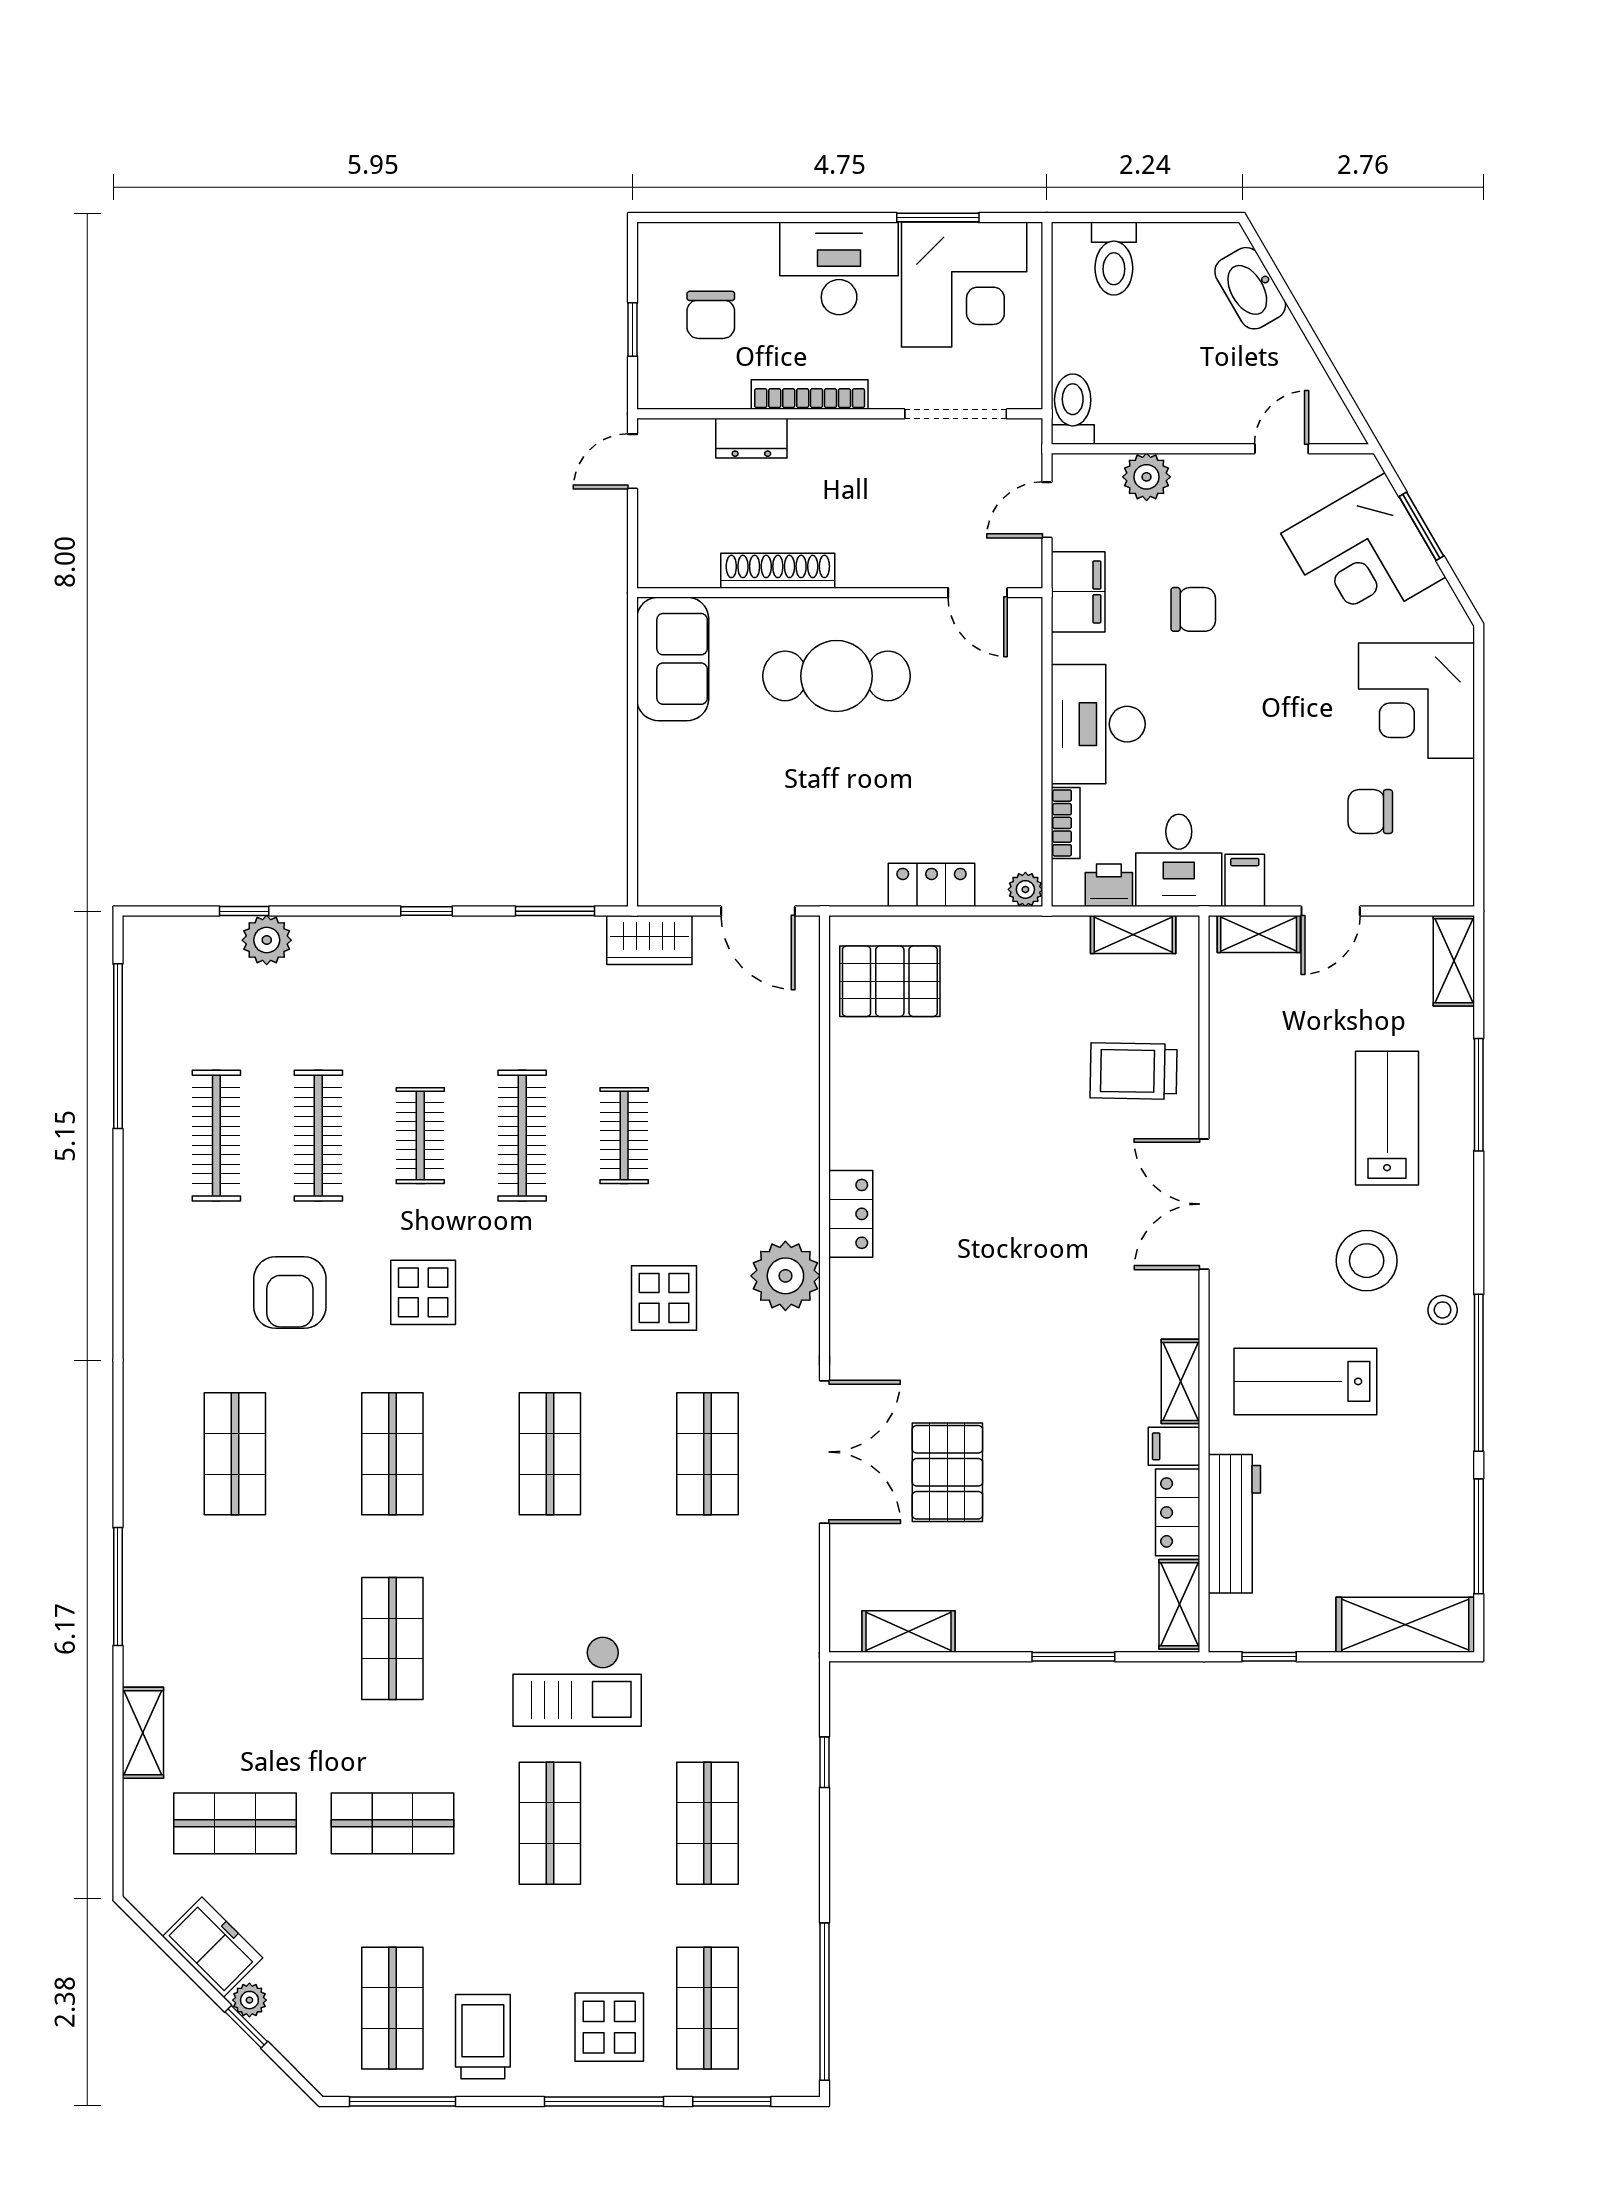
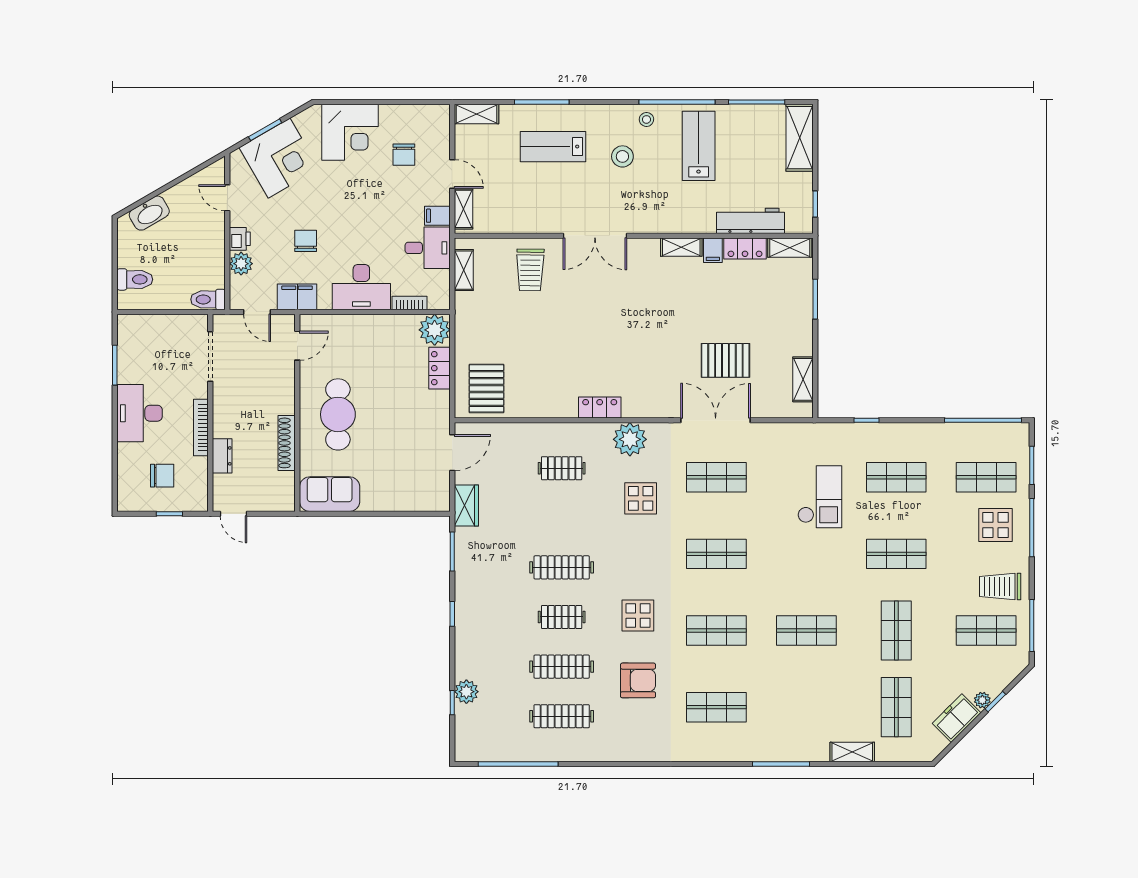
corner desk: (964, 285) -> (147, 352), removed
printer: (1109, 885) -> (240, 239), moved, turned 180
plant: (1025, 889) -> (435, 330), width x1.88, depth x1.88
clothes rail: (624, 1136) -> (562, 468), moved
stool: (1367, 1261) -> (622, 156), width x0.73, depth x0.73
lab bench: (1305, 1381) -> (699, 146), moved, turned 180
checkout: (577, 1681) -> (820, 497), moved

